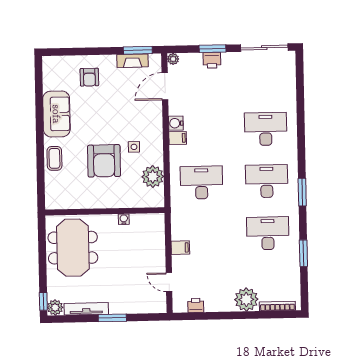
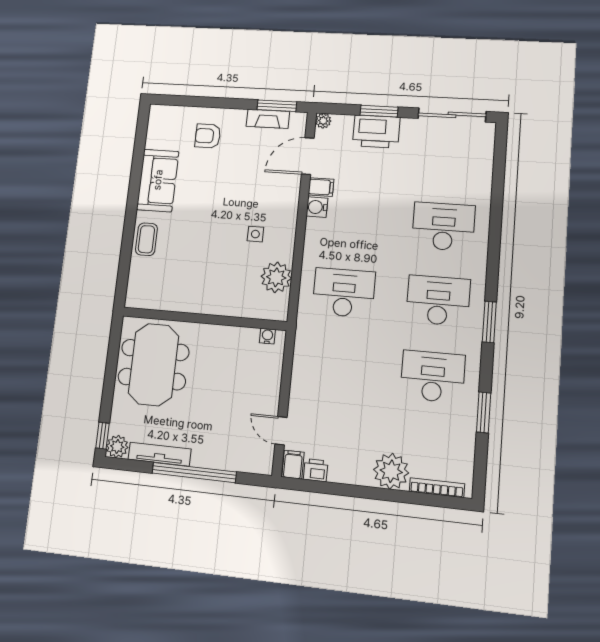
printer: (212, 60) -> (376, 132), width x1.87, depth x1.48
armchair: (89, 77) -> (208, 136), turned 90
filing cabinet: (178, 138) -> (321, 187), moved
armchair: (104, 161) -> (212, 249), removed
water cooler: (124, 219) -> (267, 336), moved
filing cabinet: (180, 248) -> (293, 465), moved, turned -90
window: (112, 318) -> (194, 472), width x2.11

